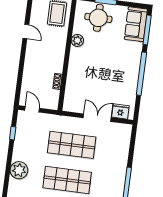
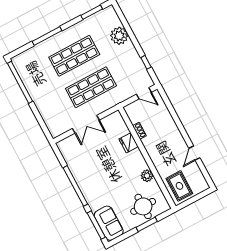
door: (26, 32) -> (194, 153), hinge flipped
fridge: (120, 111) -> (129, 143), moved, turned 90

